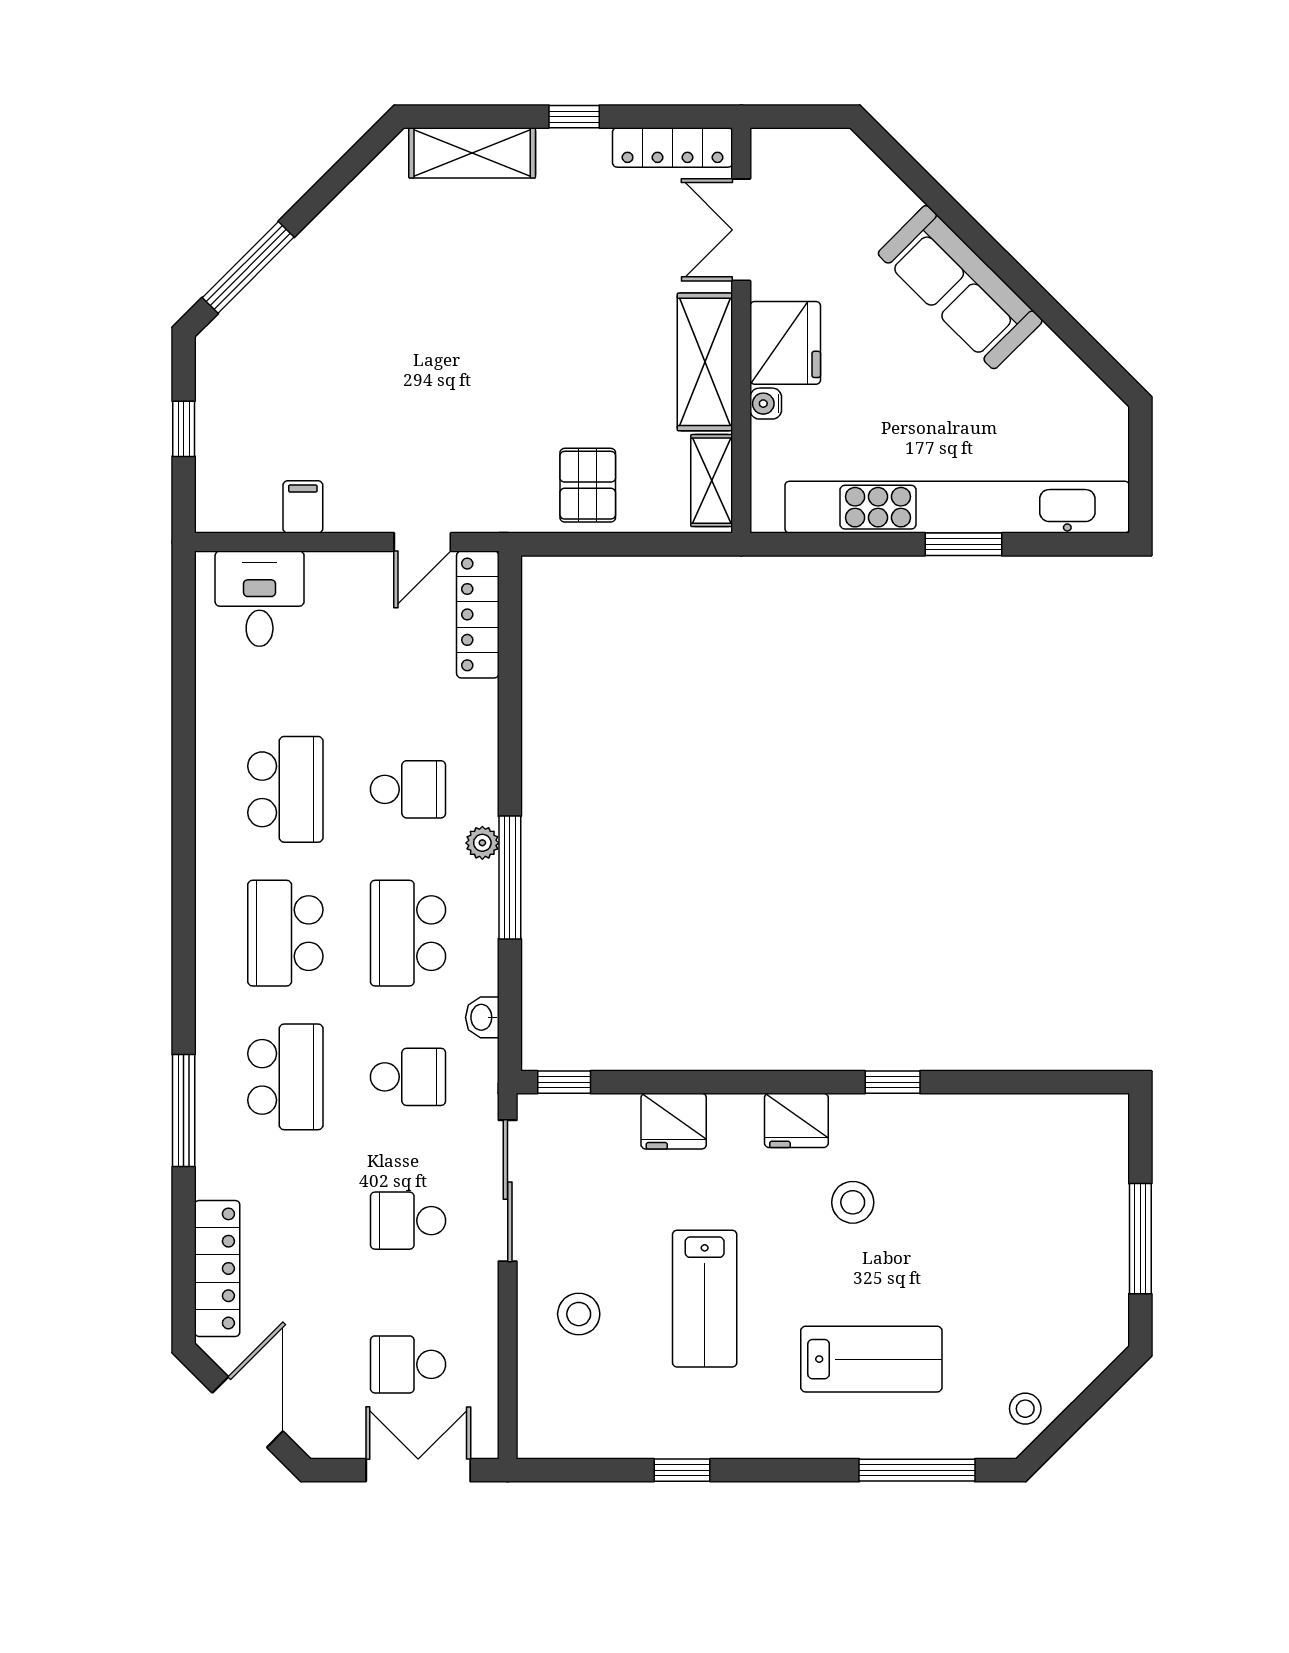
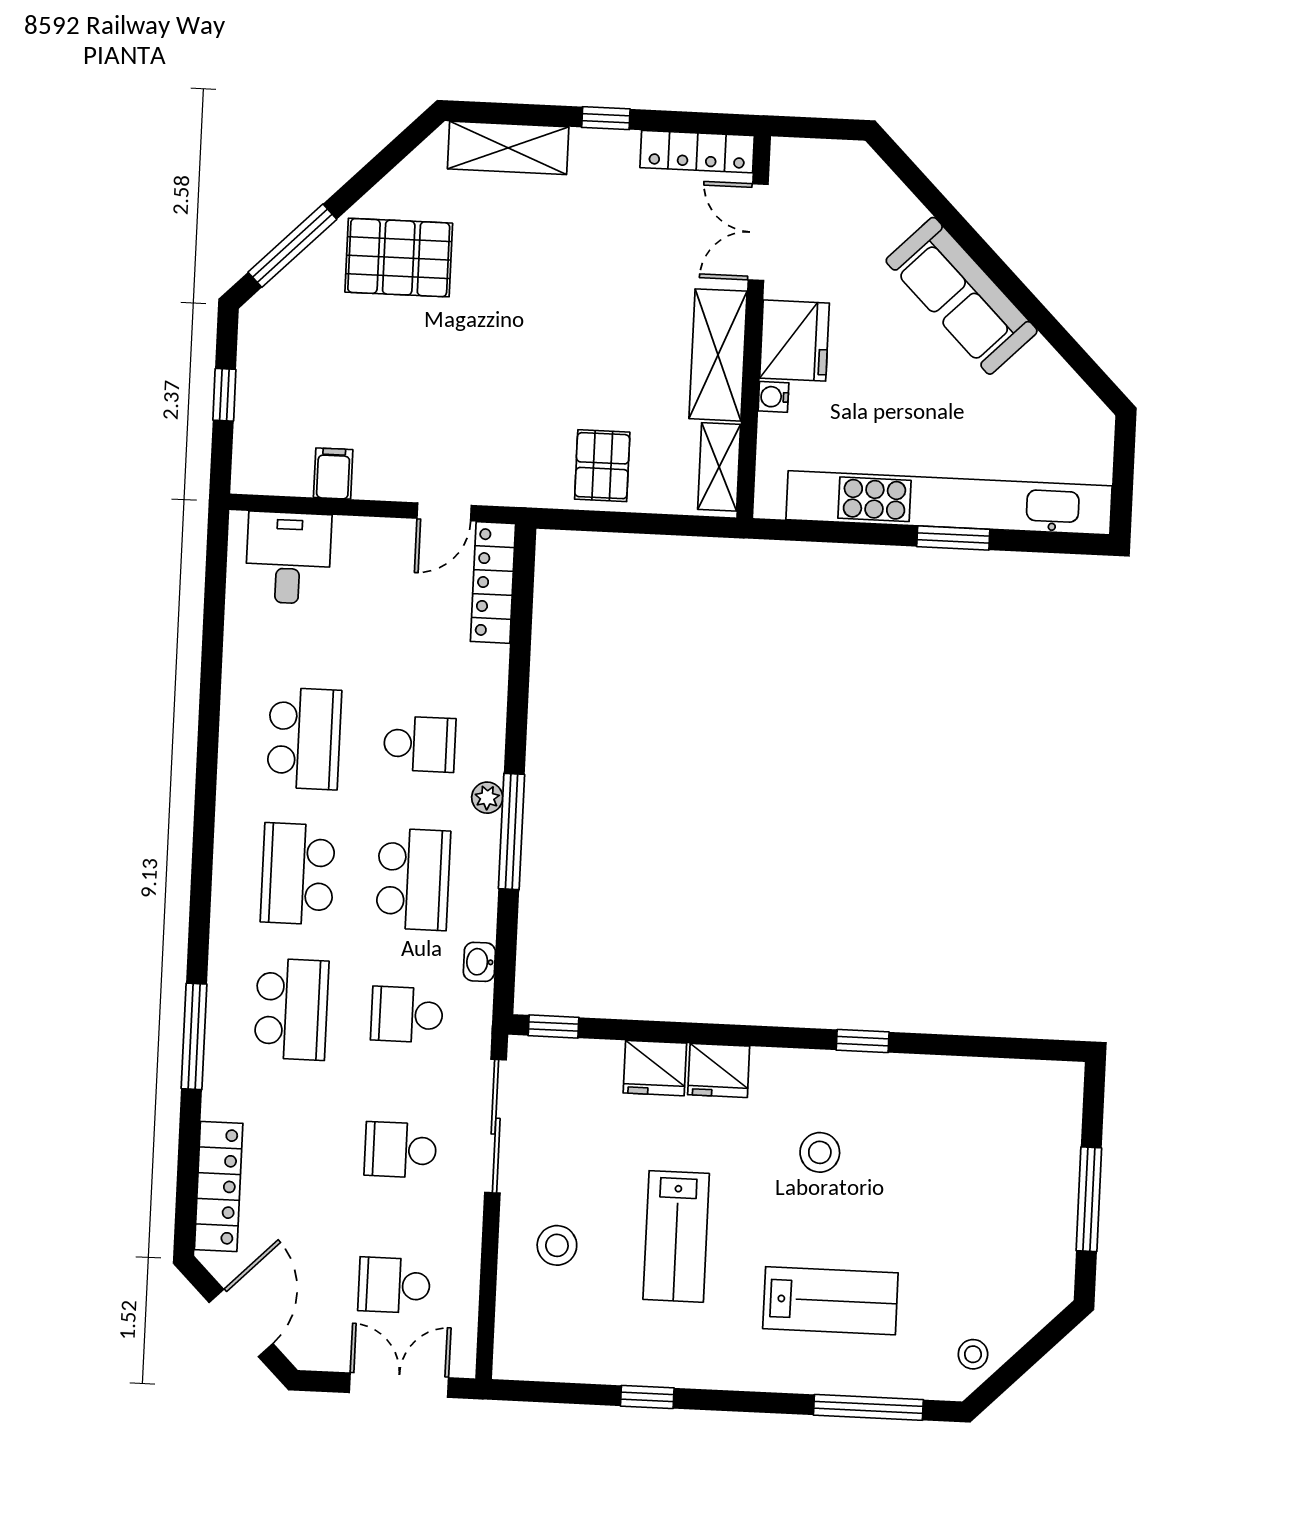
pallet: (362, 275) -> (399, 258), added
school desk: (408, 933) -> (413, 879), turned 180
school desk: (408, 1077) -> (407, 1015), turned 180
fridge: (796, 1120) -> (719, 1070), moved

